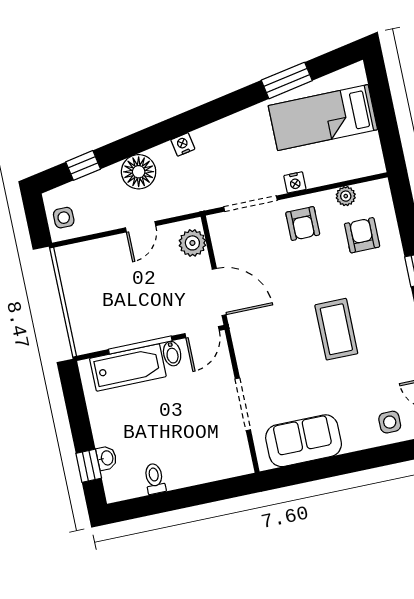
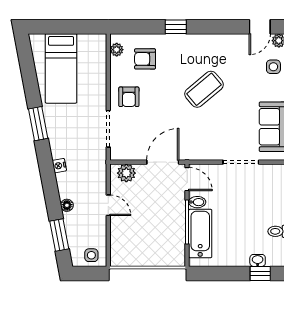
window: (287, 80) -> (38, 124), moved
window: (83, 165) -> (59, 235), width x1.50
floor lamp: (139, 172) -> (67, 205), width x0.53, depth x0.53
nightstand: (295, 182) -> (100, 96), removed
plant: (346, 196) -> (117, 50), moved
armchair: (303, 224) -> (129, 97), turned 90
coffee table: (336, 329) -> (204, 89), turned -40

